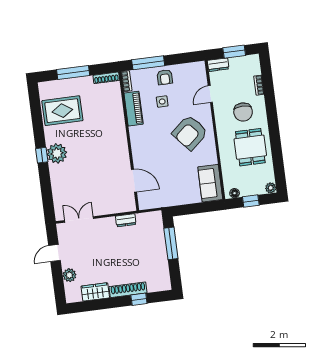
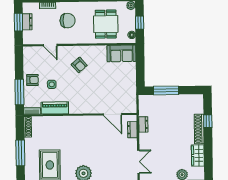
dresser: (218, 65) -> (27, 22), moved
armchair: (190, 133) -> (79, 65), width x0.53, depth x0.53
dining table: (250, 147) -> (106, 24), moved, turned 90
door: (134, 181) -> (112, 114), swing flipped
dresser: (118, 207) -> (132, 130), added
double door: (79, 219) -> (138, 162), swing flipped

